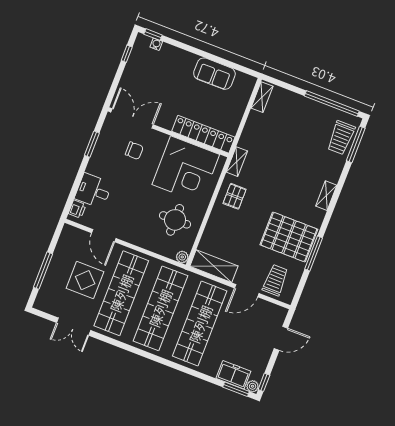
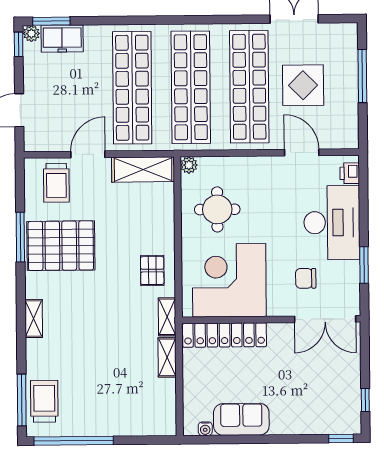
water cooler: (156, 44) -> (205, 429), moved
shelving: (262, 97) -> (167, 357), moved
desk: (93, 191) -> (332, 223), width x1.87, depth x1.30

